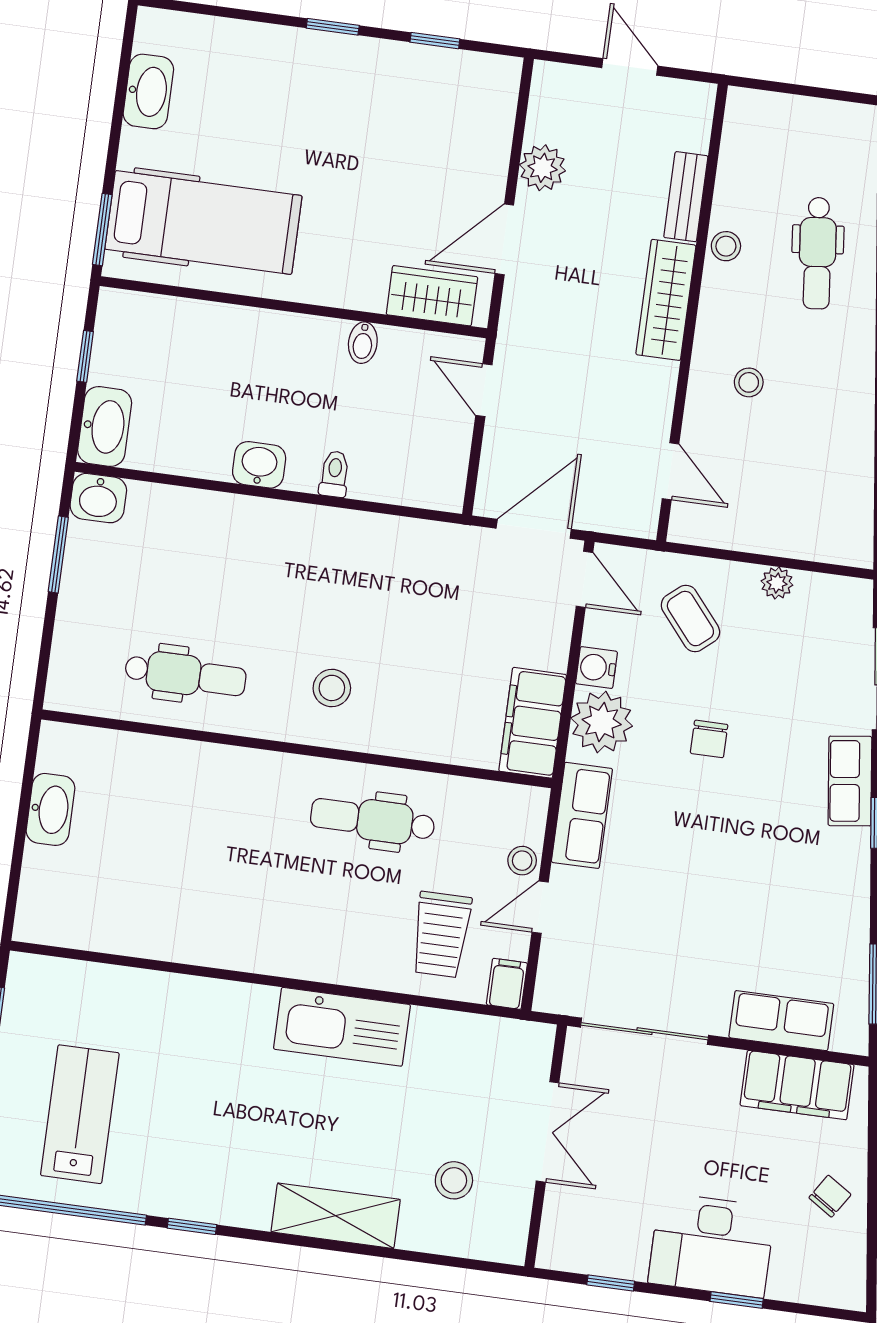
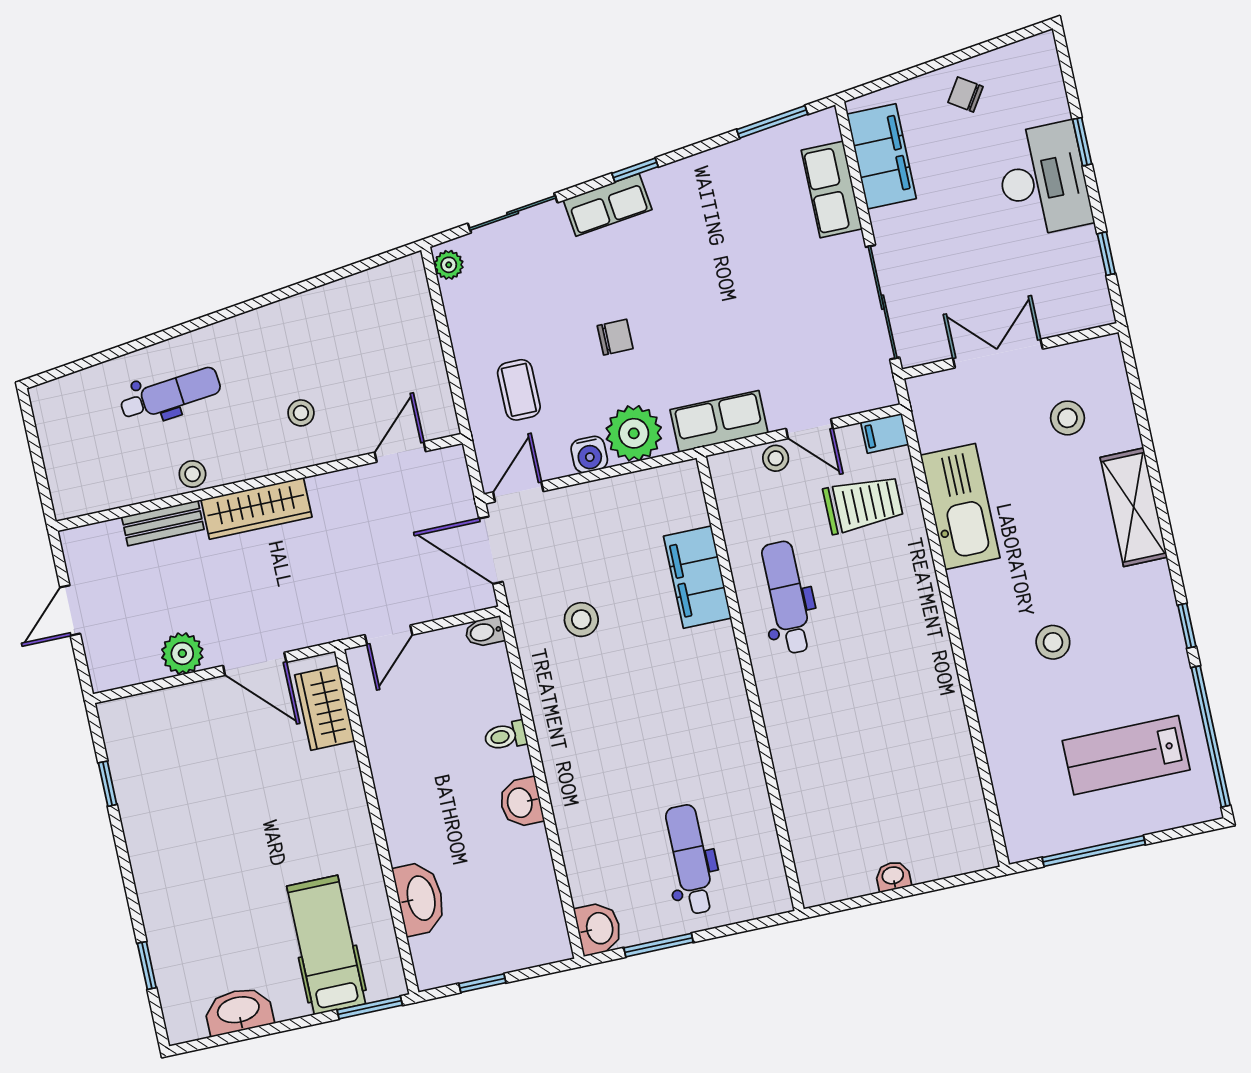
window: (333, 27) -> (147, 965), moved
hospital bed: (203, 222) -> (326, 945), width x0.73, depth x0.78
bidet: (363, 343) -> (485, 632), moved, turned 180
washbasin: (105, 426) -> (420, 898), moved, turned 90
plant: (777, 583) -> (449, 265), moved
coffee table: (690, 619) -> (519, 390), turned -50
dental chair: (185, 675) -> (690, 859), moved
stool: (332, 688) -> (581, 620), moved
filing cabinet: (533, 723) -> (697, 577), moved, turned 90
washbasin: (51, 809) -> (893, 876), width x0.52, depth x0.69
dental chair: (373, 820) -> (787, 597), turned 180
kitchen sink: (342, 1027) -> (960, 507), moved
stool: (225, 1080) -> (1053, 642), added

